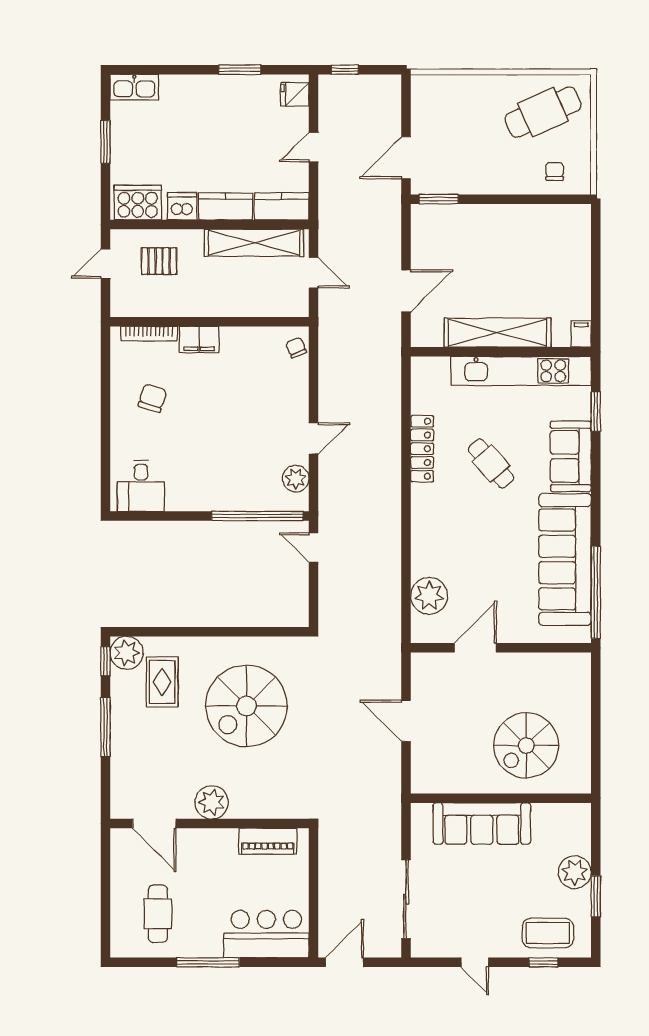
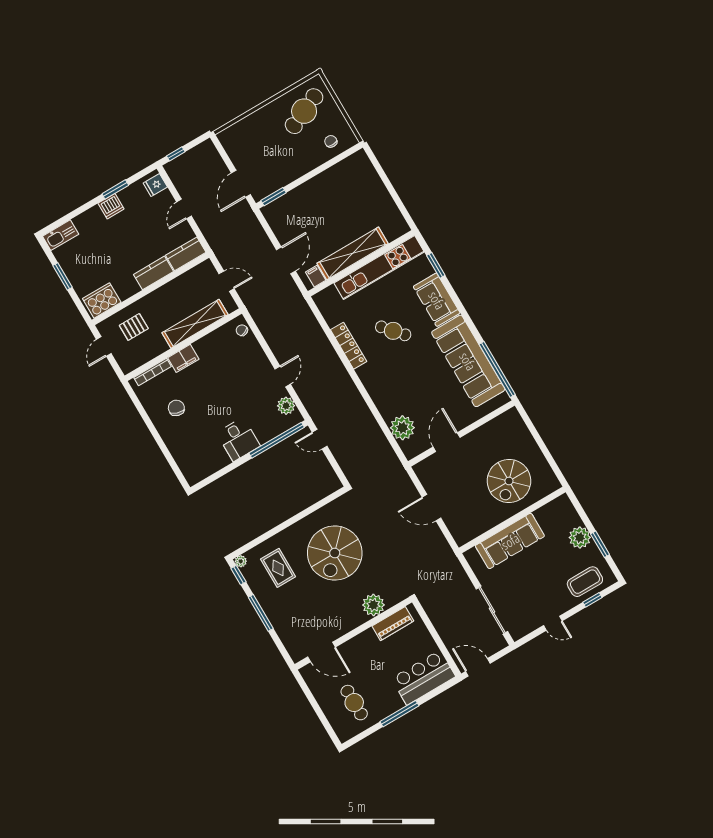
dishwasher: (182, 206) -> (111, 206), moved, turned 180
shelving: (254, 243) -> (195, 324), moved
filing cabinet: (581, 334) -> (316, 276), moved
desk: (141, 486) -> (238, 439), moved
plant: (127, 653) -> (241, 561), width x0.53, depth x0.53
plant: (212, 802) -> (373, 605), moved
door: (344, 962) -> (478, 667), hinge flipped

